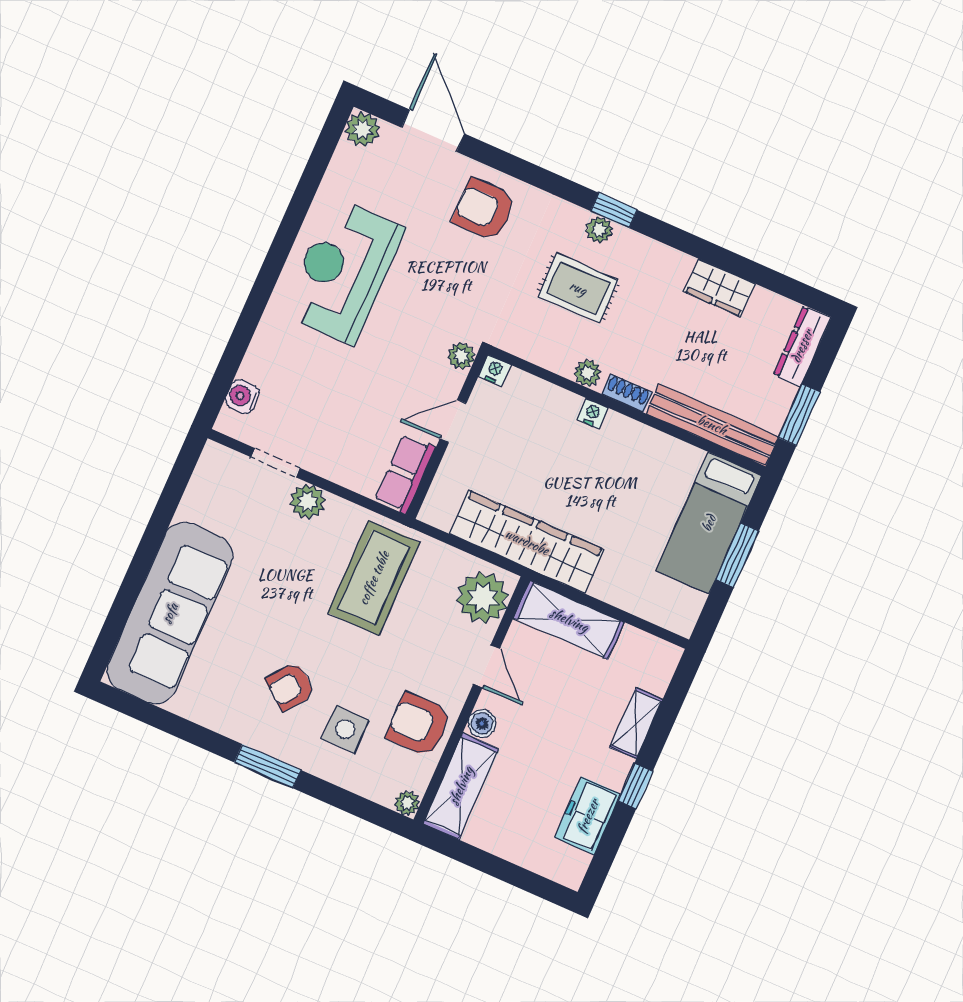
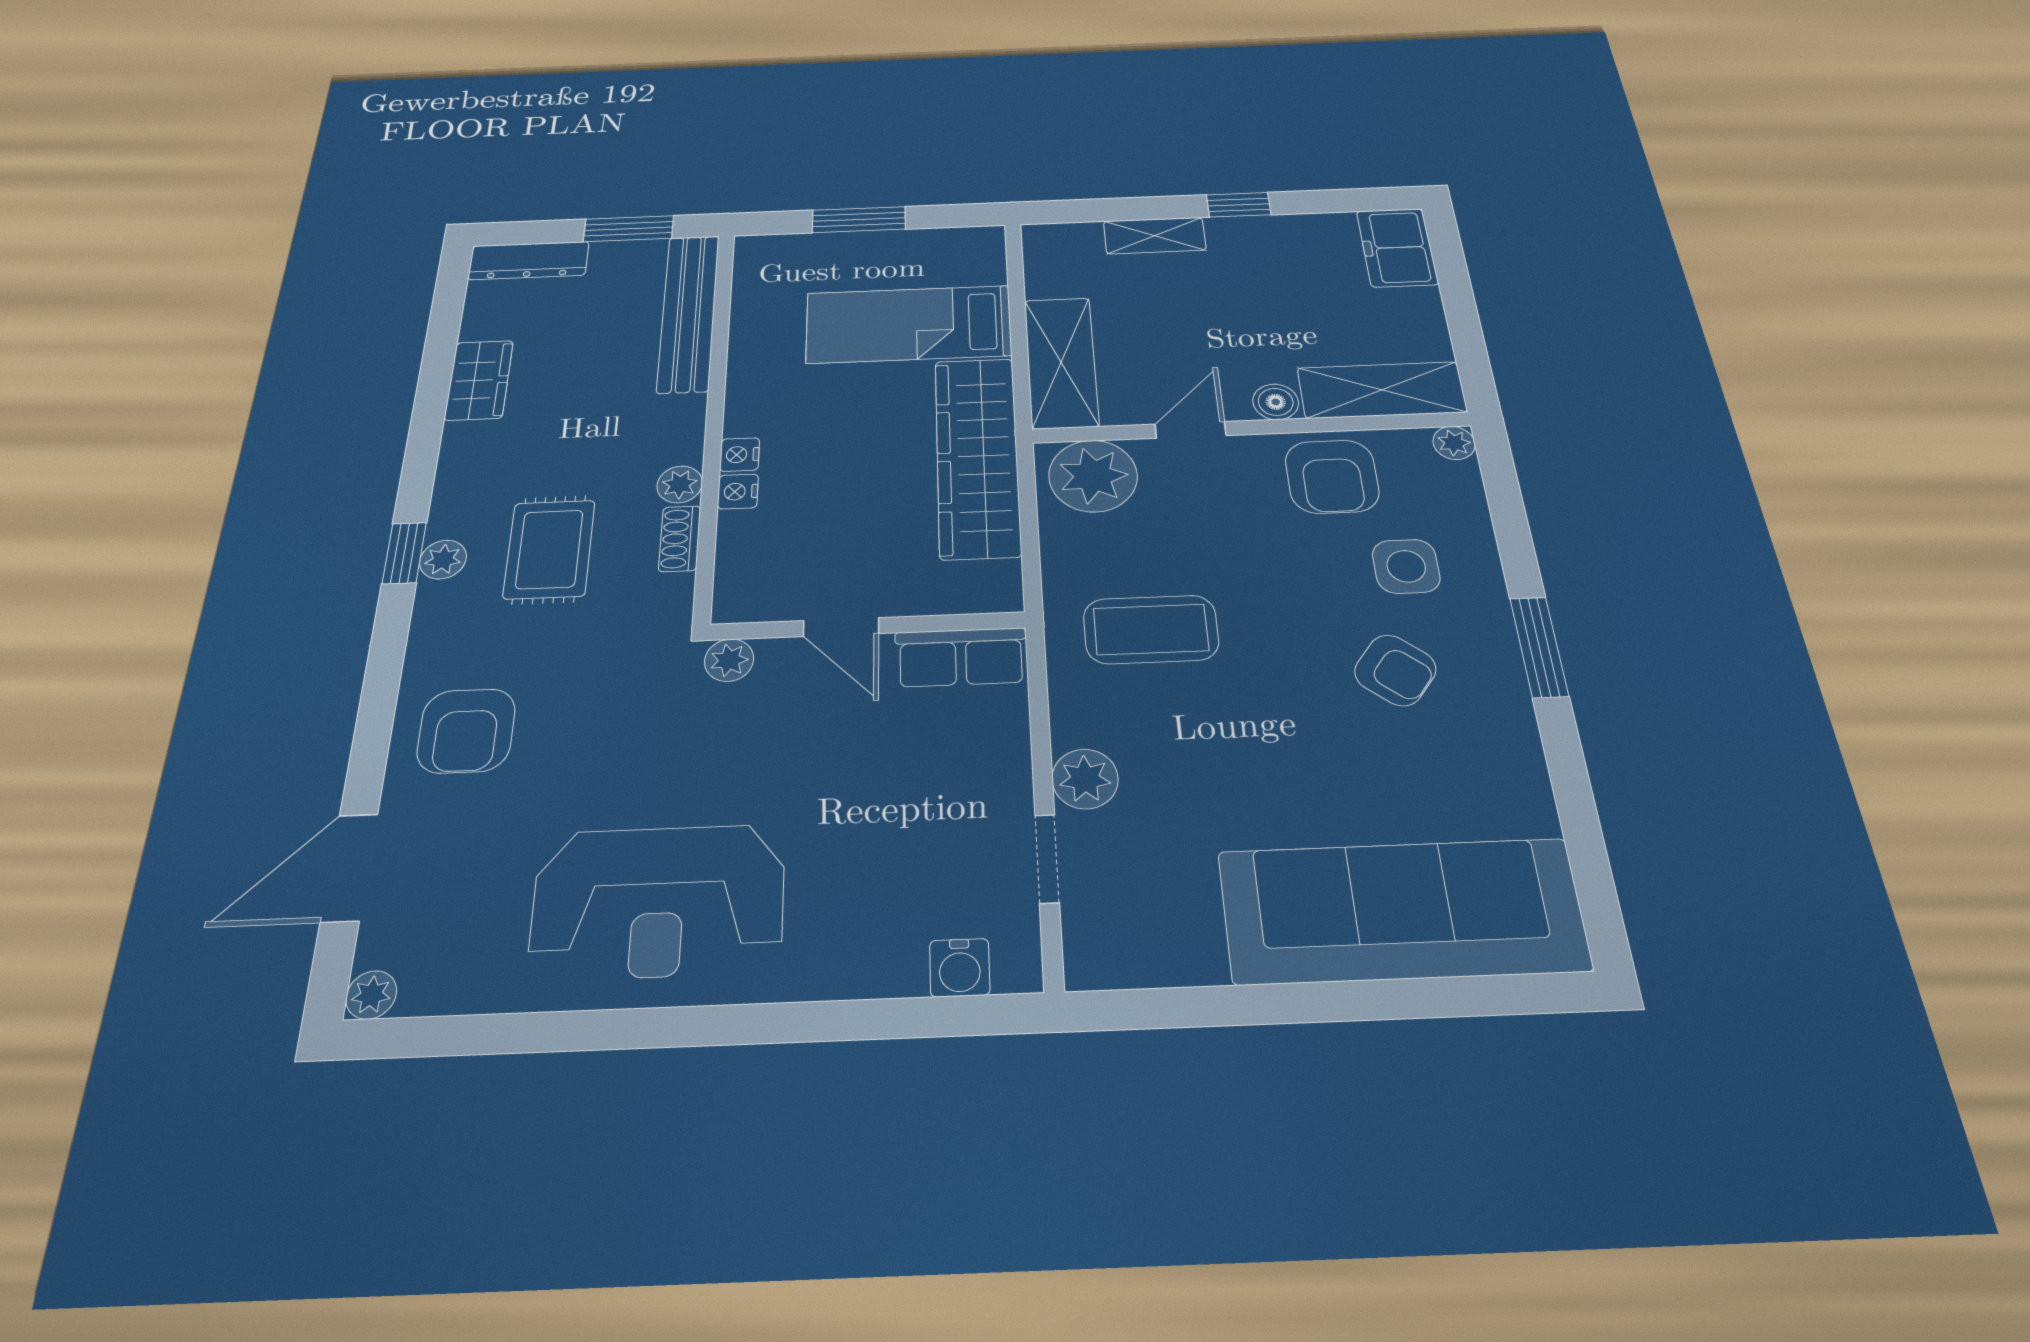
plant: (363, 129) -> (371, 995), width x0.73, depth x0.73
nightstand: (494, 370) -> (738, 491), moved
shoe rack: (627, 393) -> (680, 539), moved
bed: (709, 523) -> (908, 324), moved, turned 180
coffee table: (374, 578) -> (1151, 629), width x0.73, depth x0.76
freezer: (588, 816) -> (1397, 247), moved, turned 90

